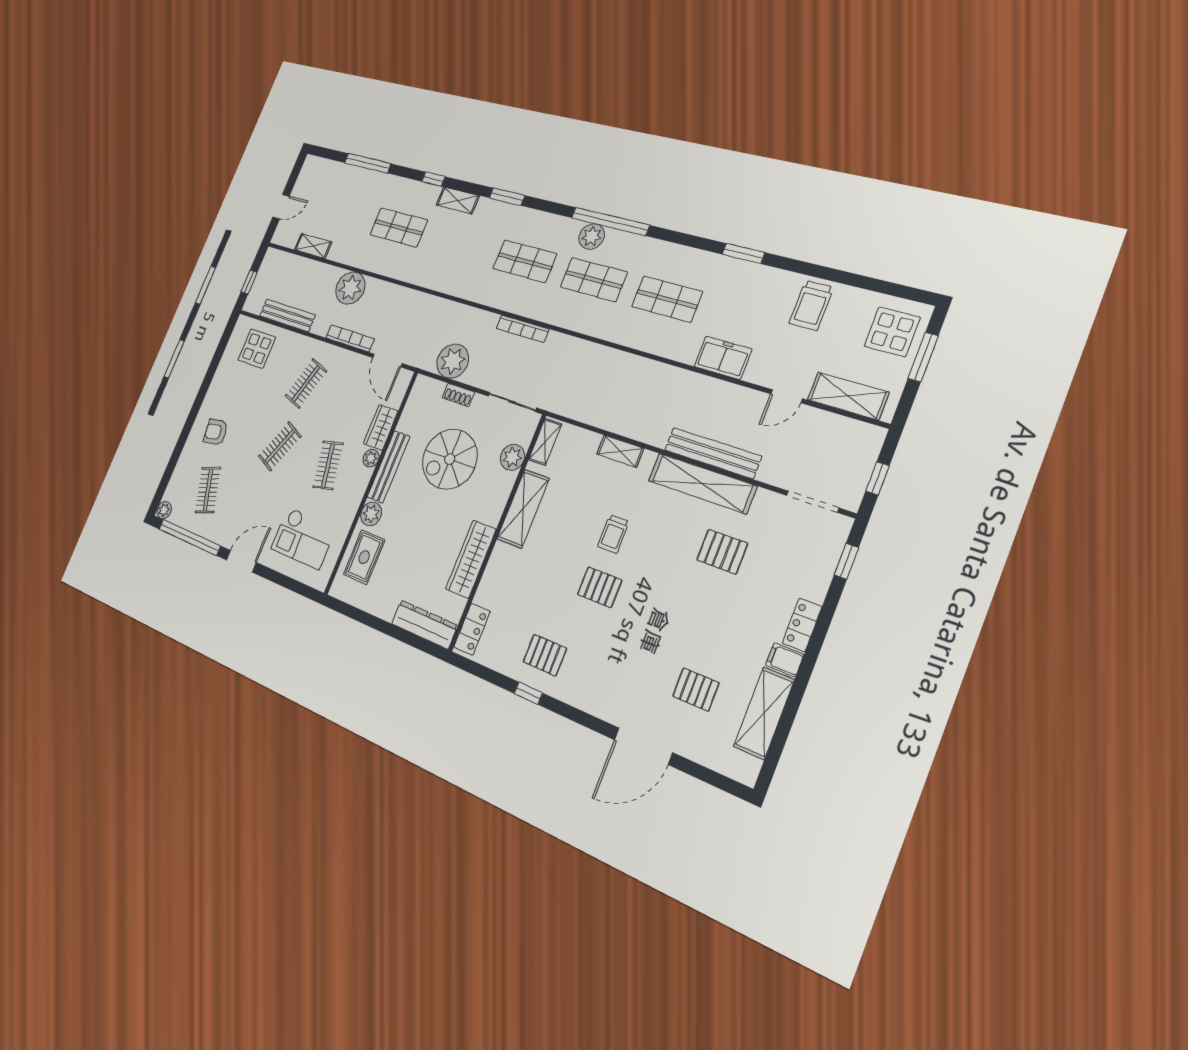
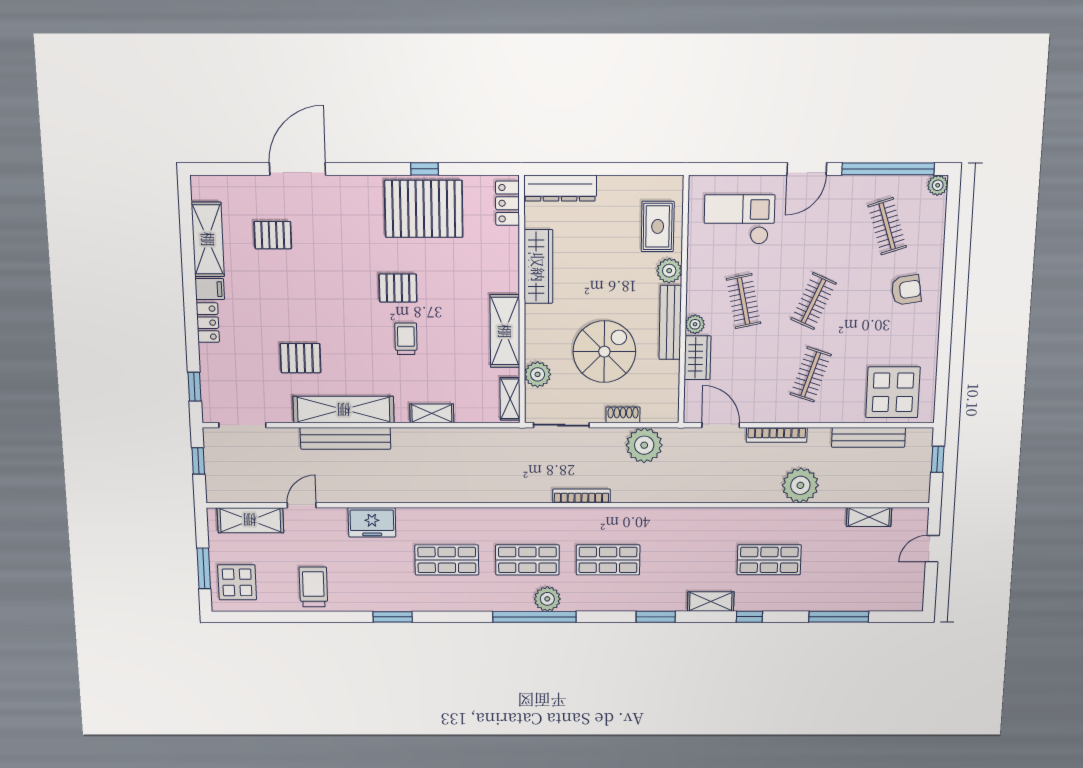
display table: (257, 349) -> (893, 392), width x1.36, depth x1.36
pallet: (545, 655) -> (424, 209), width x2.05, depth x2.00

